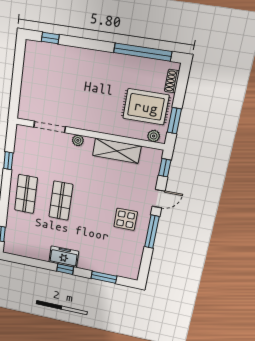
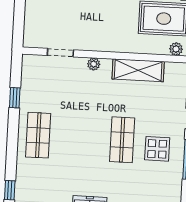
doorway: (50, 127) -> (60, 53), width x0.73
shop shelf: (61, 201) -> (122, 140), moved

